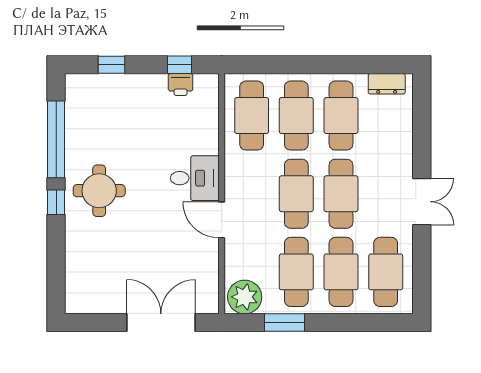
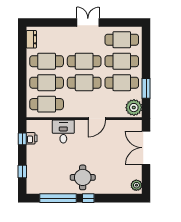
desk: (195, 178) -> (63, 131), moved
plant: (83, 303) -> (136, 185), added

